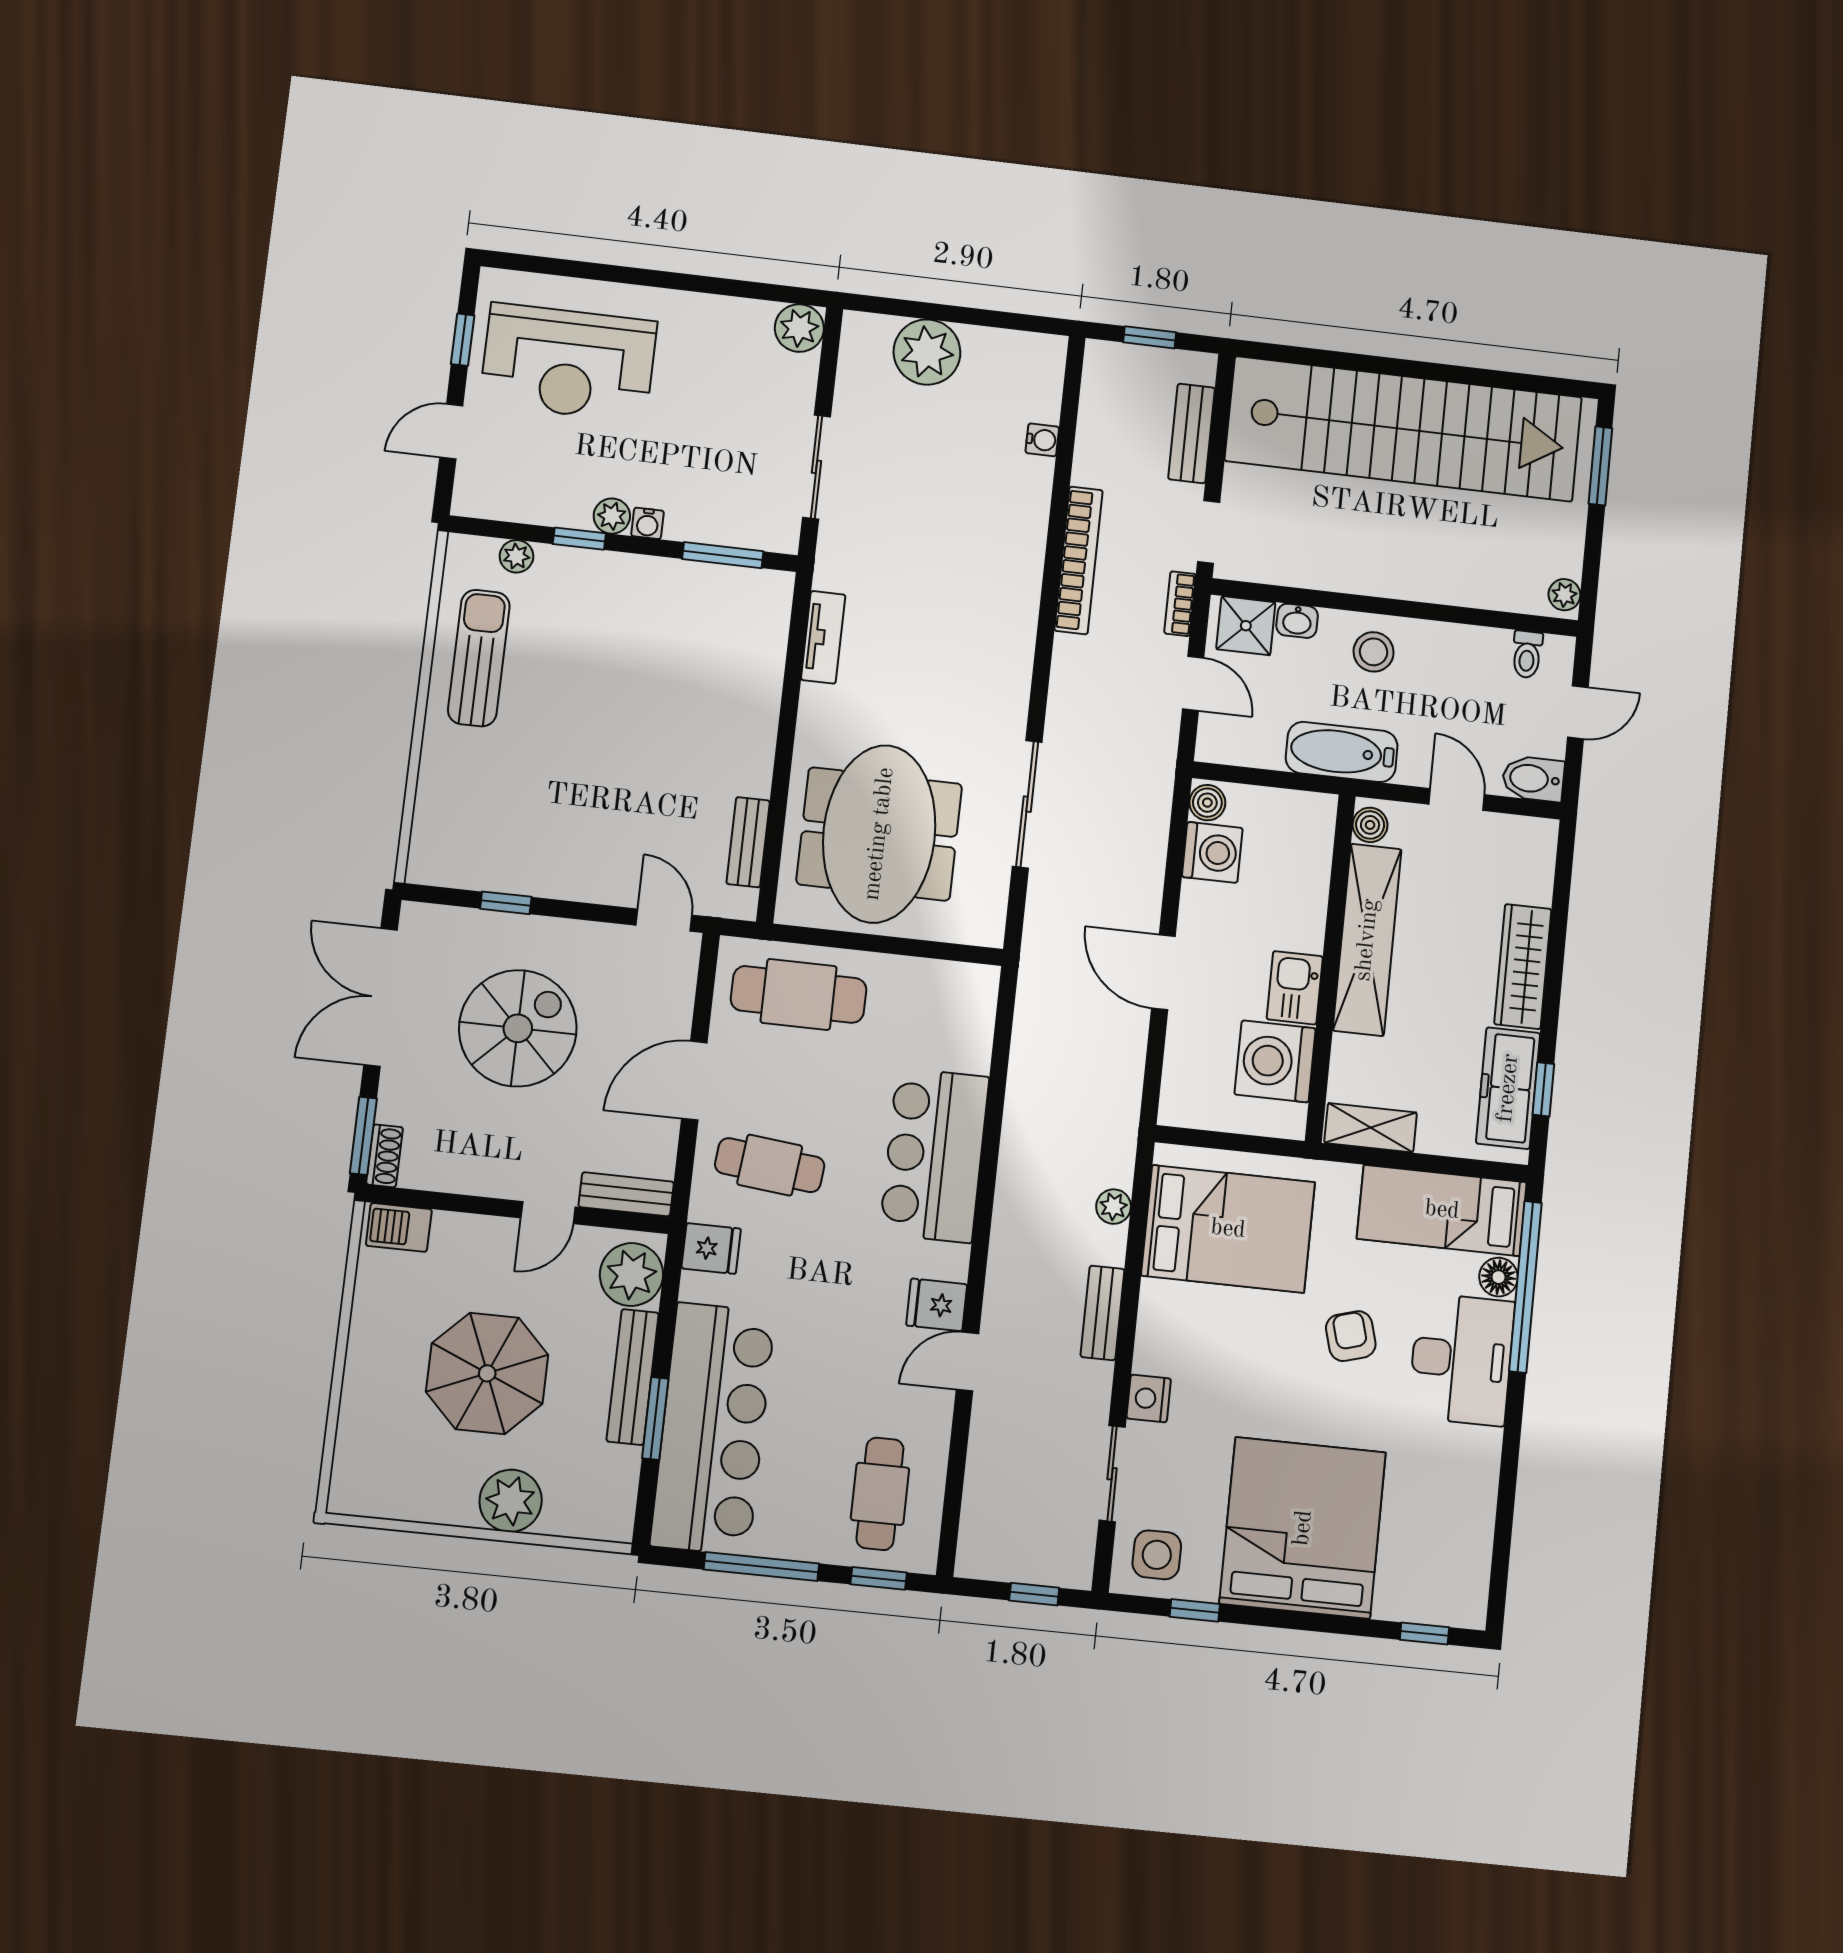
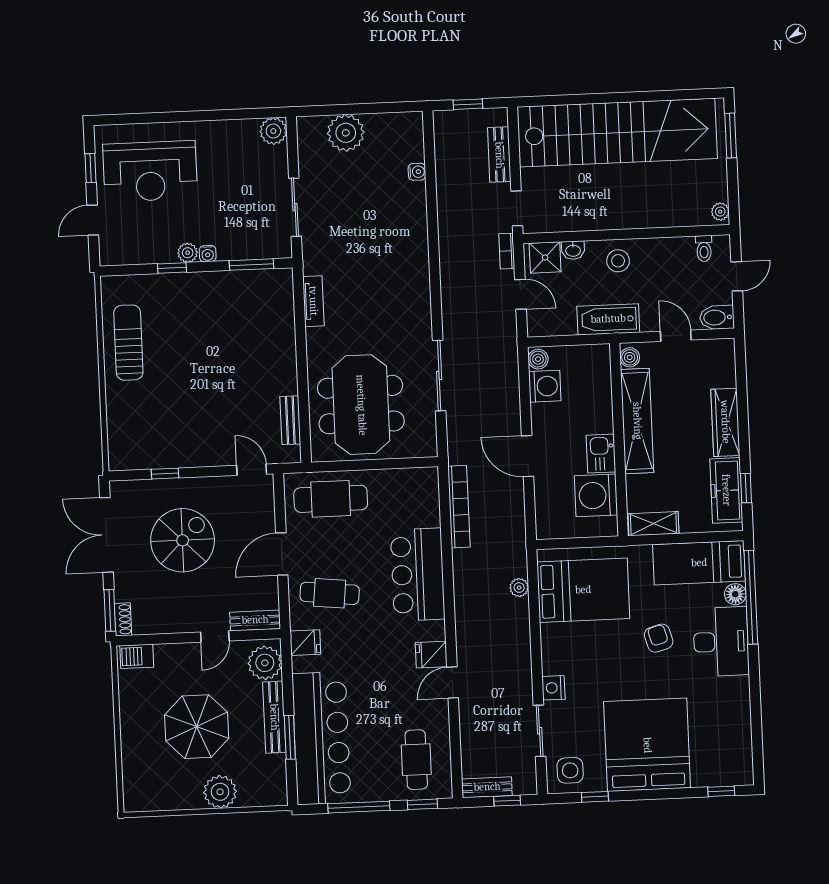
plant: (516, 556) -> (139, 283), removed
bookcase: (1079, 560) -> (459, 507), moved
bench: (1102, 1313) -> (487, 787), moved, turned 90

